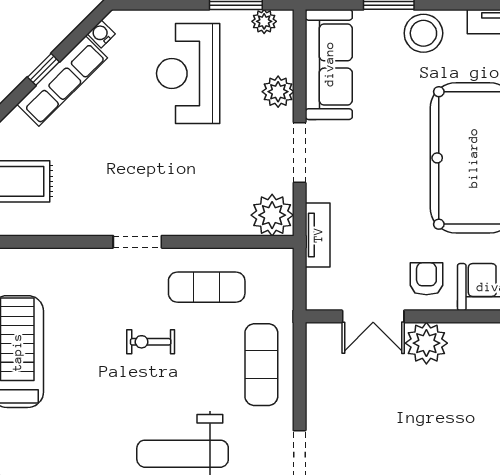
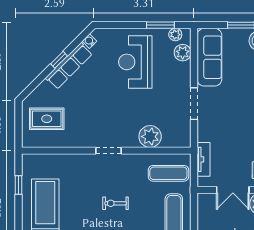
plant: (278, 92) -> (183, 53), moved
plant: (272, 215) -> (150, 137), moved
tv unit: (318, 235) -> (203, 159), moved
exercise mat: (207, 287) -> (168, 173), moved

